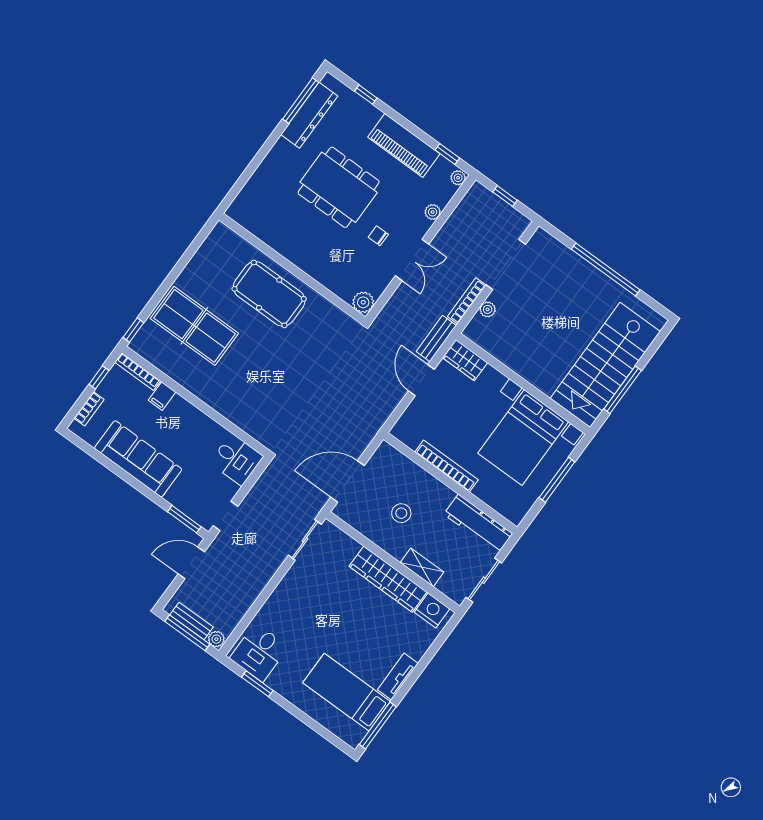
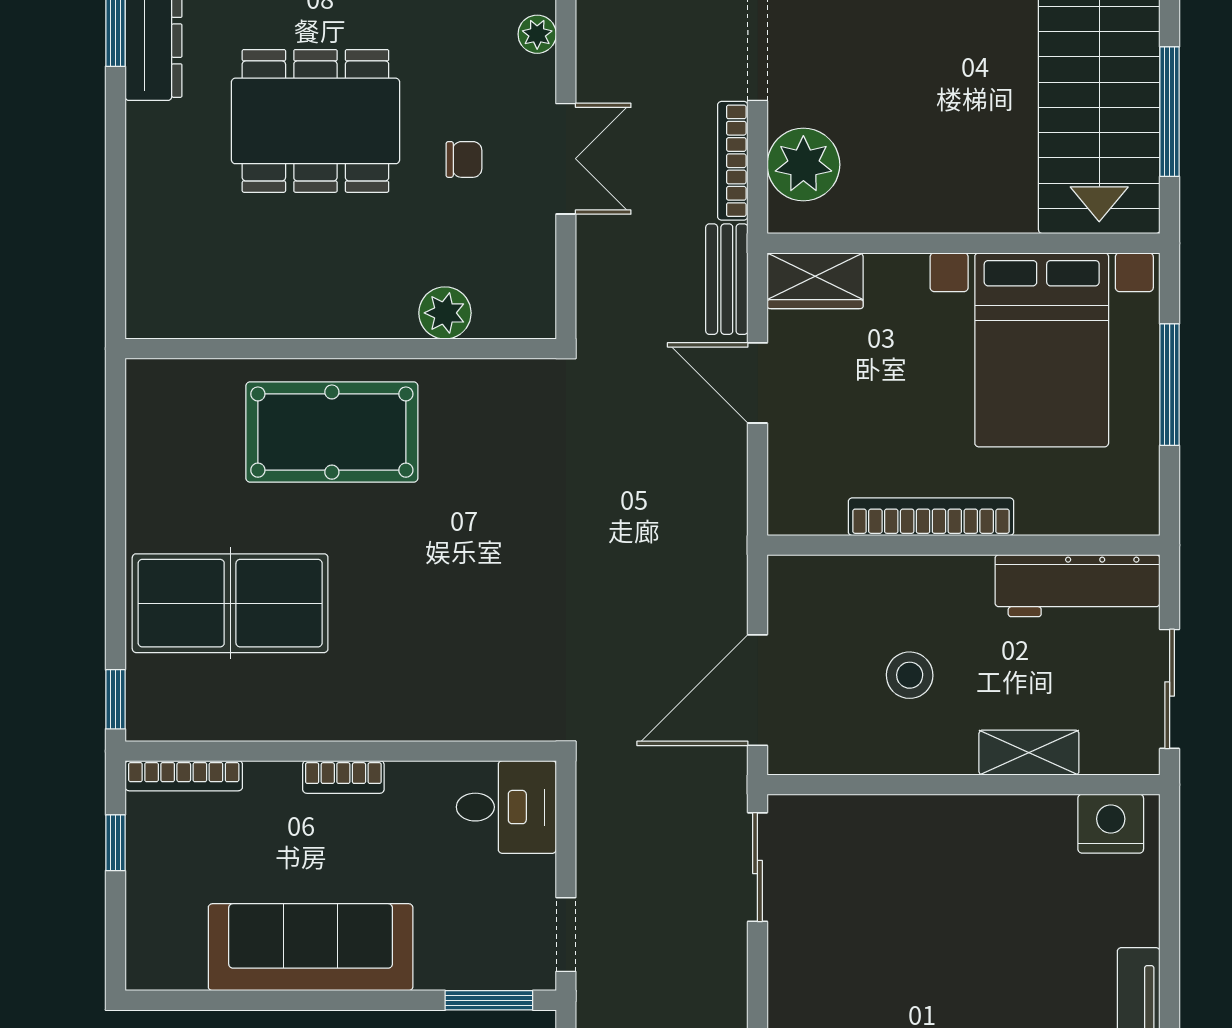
chair: (378, 236) -> (464, 159), turned 180
plant: (363, 302) -> (445, 313), moved
plant: (488, 309) -> (803, 165), width x1.88, depth x1.88
filing cabinet: (162, 396) -> (268, 789), removed
bookcase: (89, 409) -> (343, 777), moved, turned 90
wardrobe: (388, 579) -> (979, 825), removed

